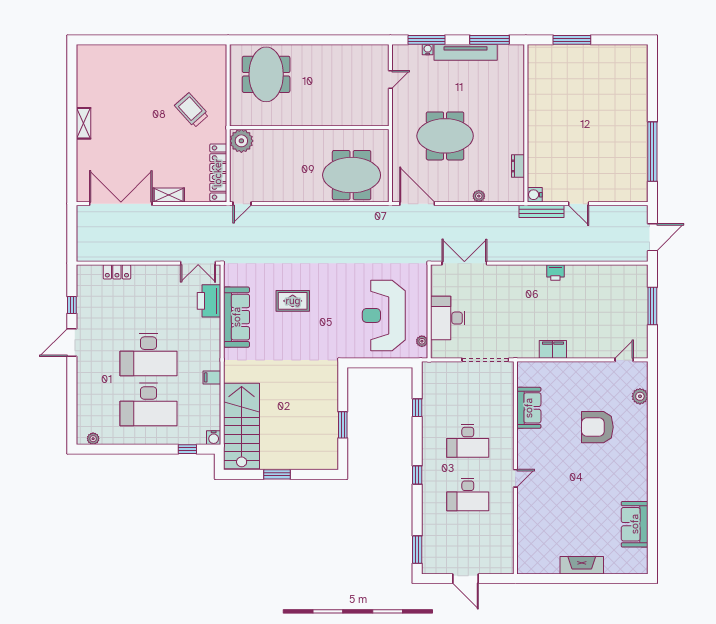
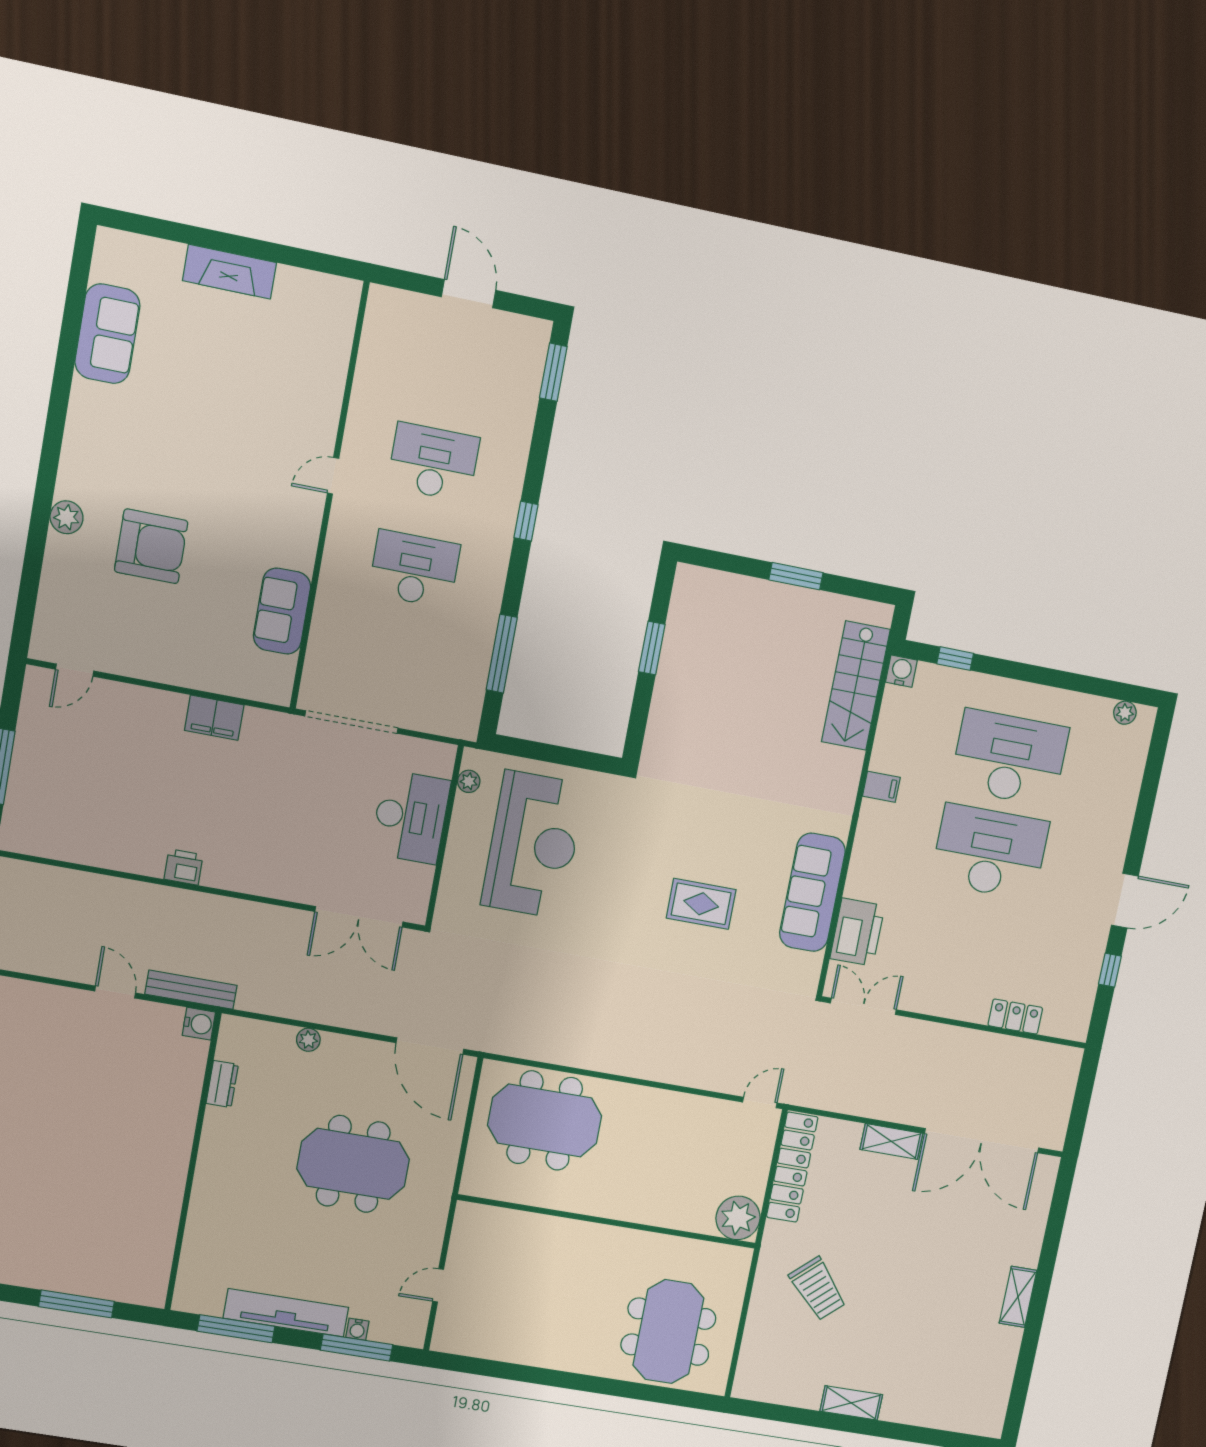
shelving: (161, 51) -> (851, 1403), added
plant: (640, 396) -> (66, 517), moved
window: (417, 408) -> (502, 654), width x2.17
stairs: (242, 426) -> (856, 686), width x0.73, depth x0.66

